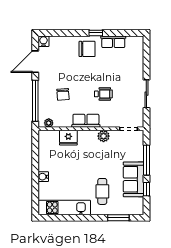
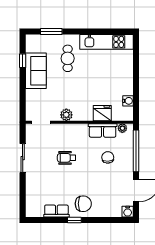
chair: (87, 49) -> (83, 204), turned 180
row of seats: (86, 121) -> (103, 130), moved
window: (146, 160) -> (23, 90), removed
water cooler: (43, 177) -> (128, 101), moved

